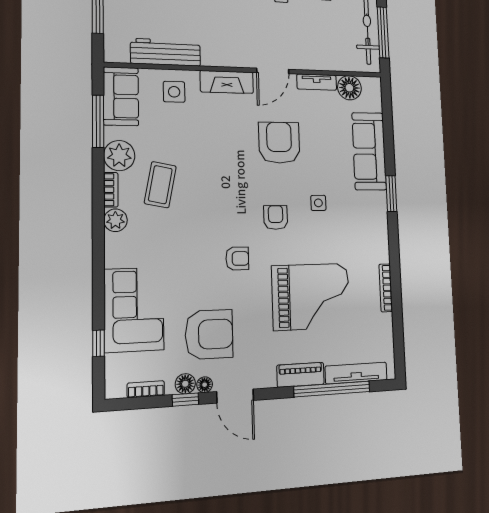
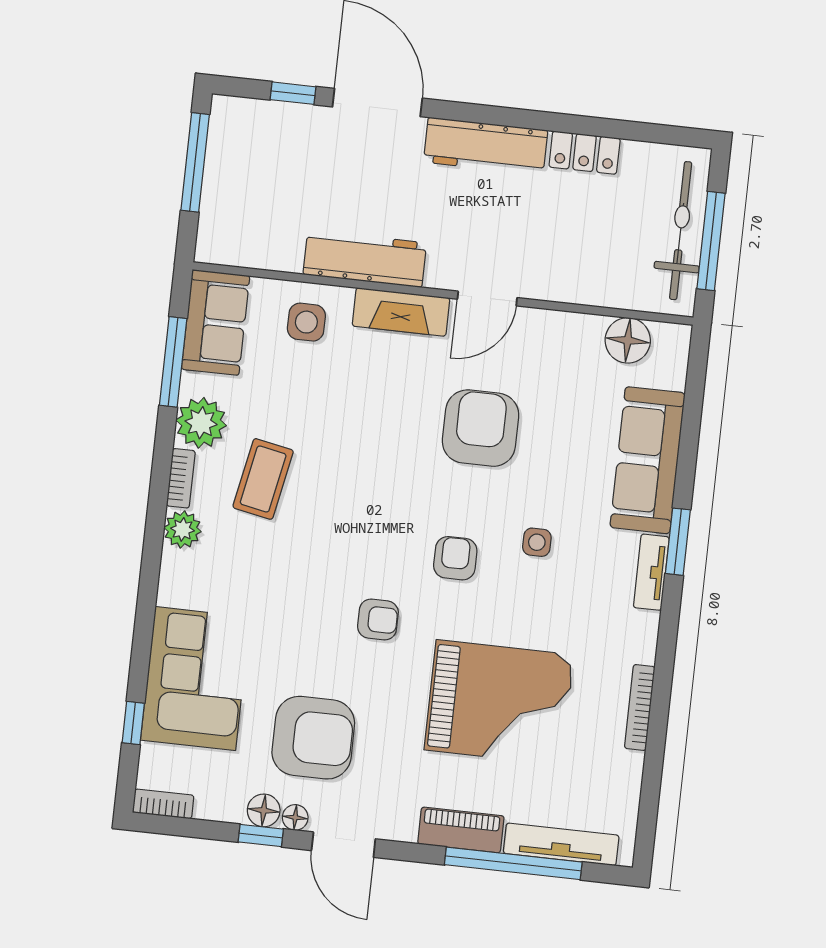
workbench: (166, 52) -> (365, 259), moved
tv unit: (317, 82) -> (651, 572), moved, turned 90
bookcase: (146, 389) -> (163, 804), moved

